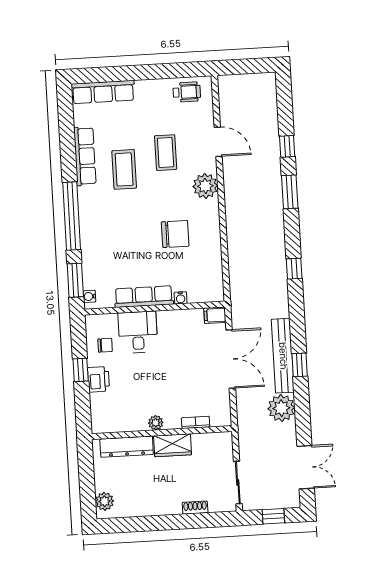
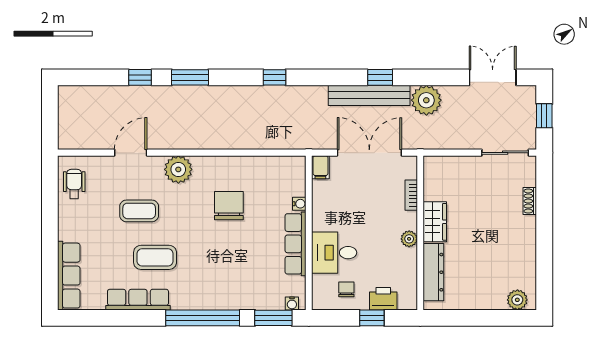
bookcase: (196, 422) -> (411, 195), moved
plant: (156, 423) -> (409, 239), moved
wall: (162, 433) -> (420, 233), moved
wardrobe: (173, 445) -> (435, 222), moved
dresser: (127, 447) -> (433, 272), moved

